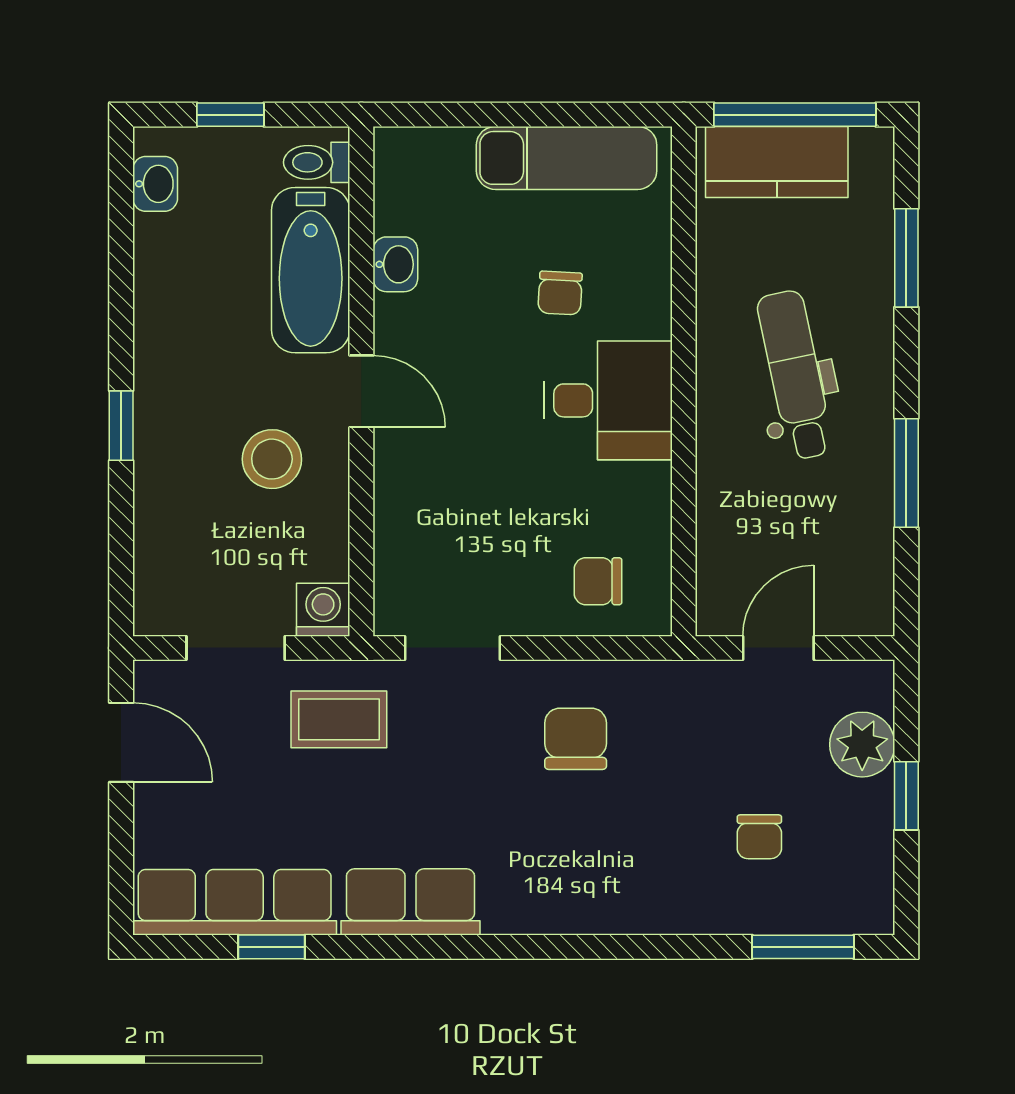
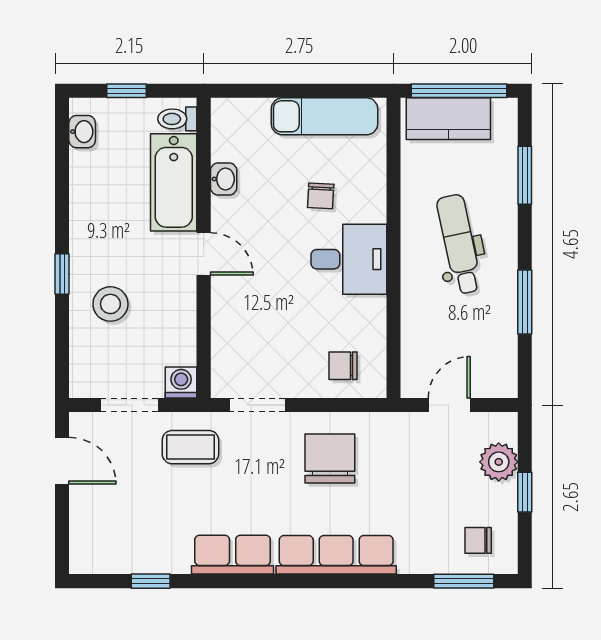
stool: (272, 459) -> (110, 304), moved
chair: (576, 739) -> (330, 459), width x1.37, depth x1.37
chair: (759, 837) -> (478, 540), moved, turned 90
row of seats: (235, 902) -> (336, 555), moved

